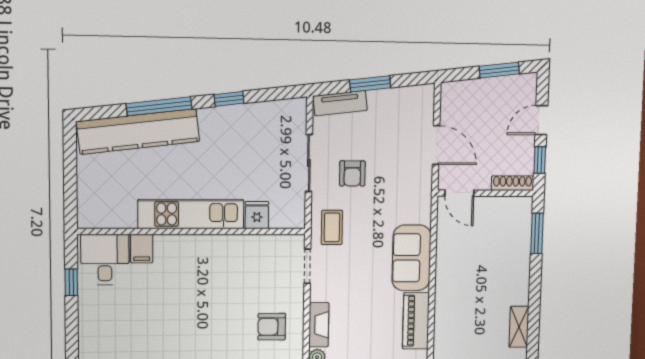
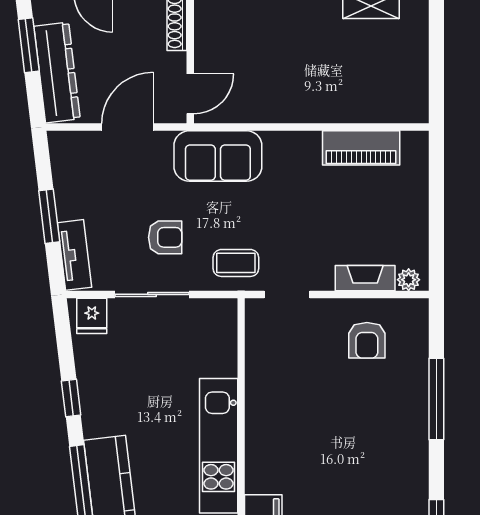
dresser: (478, 92) -> (57, 72), added
fridge: (257, 215) -> (92, 316), moved, turned -90
sofa: (411, 258) -> (218, 156), moved

